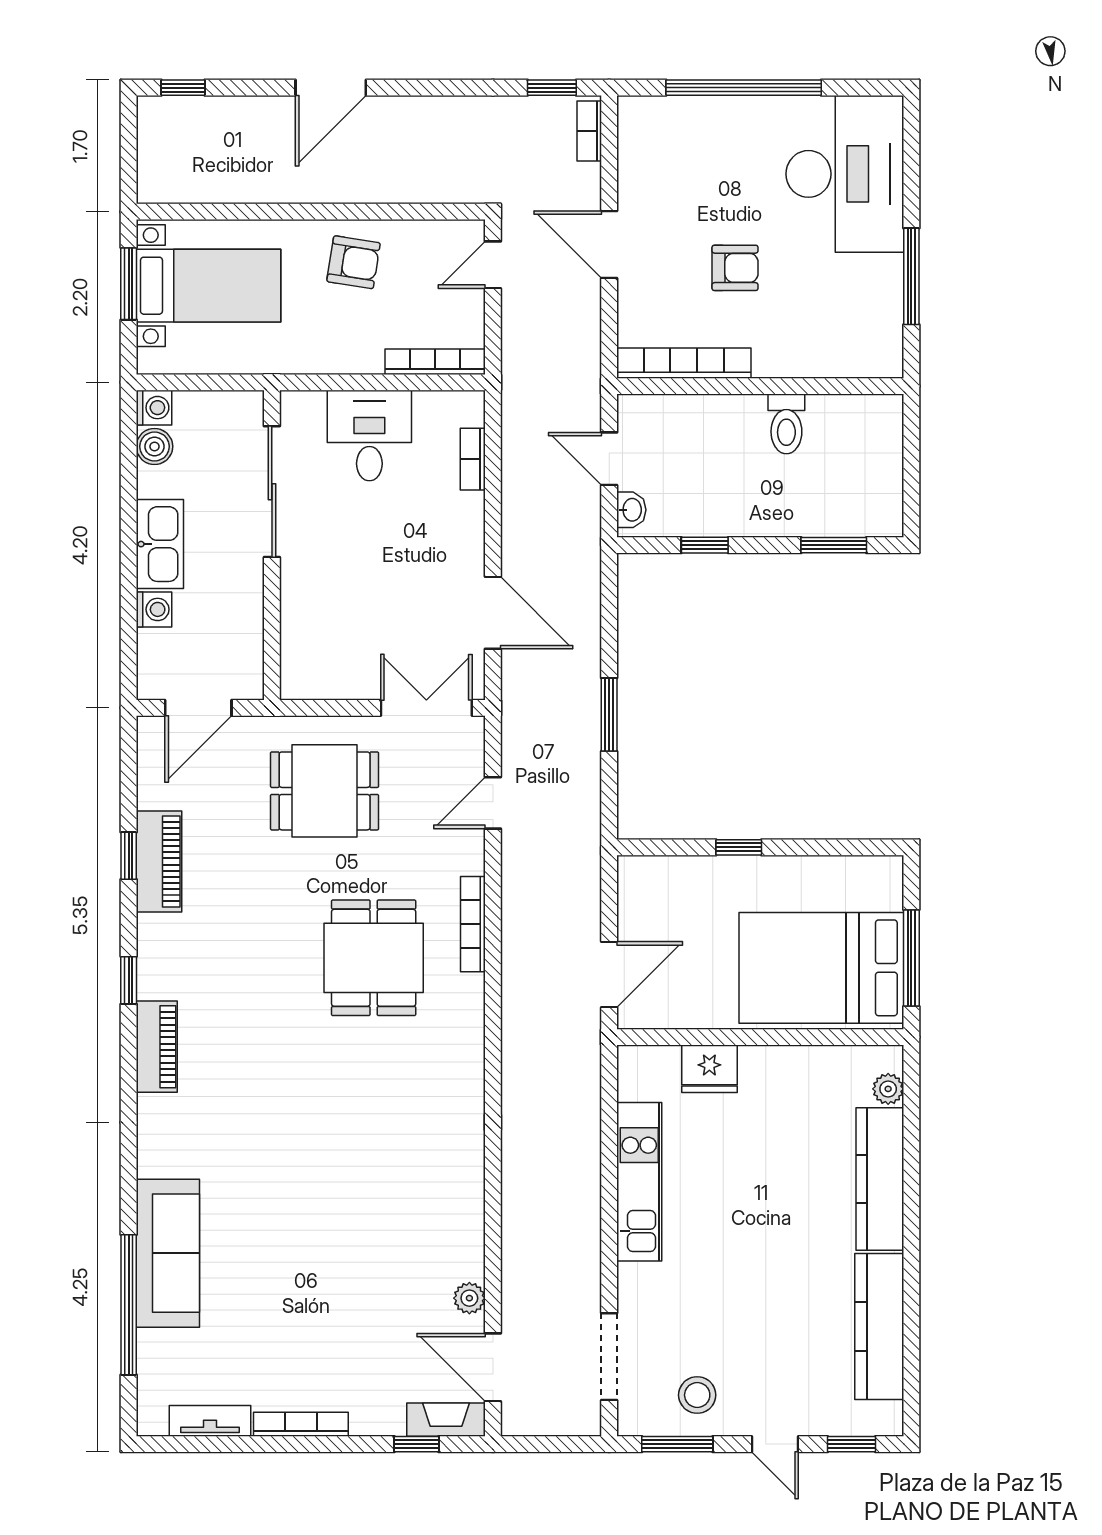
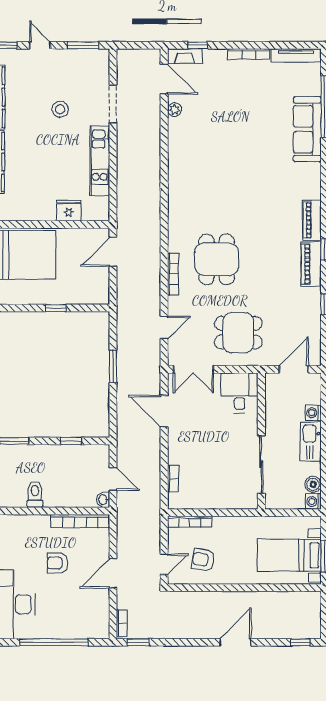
door: (609, 245) -> (113, 573), swing flipped
armchair: (353, 262) -> (203, 560), moved
desk: (369, 435) -> (239, 393), moved, turned 180
washbasin: (631, 510) -> (103, 500), moved
piano: (159, 861) -> (311, 264), moved
doorway: (609, 1357) -> (113, 104), moved
stool: (697, 1395) -> (60, 109), moved
tv unit: (210, 1421) -> (296, 55), width x1.41

